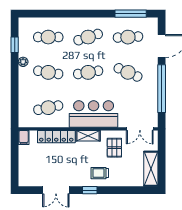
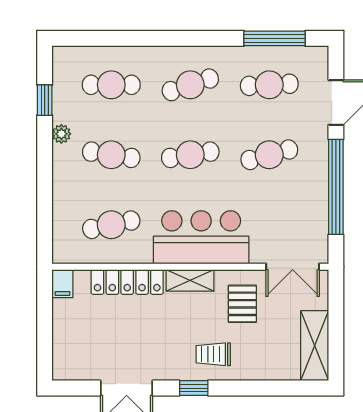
cafe table: (128, 72) -> (269, 155), turned -39

